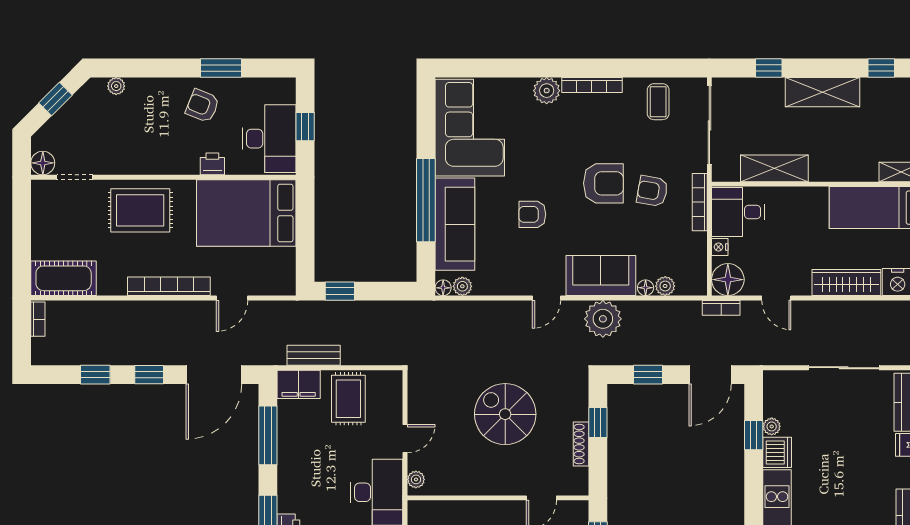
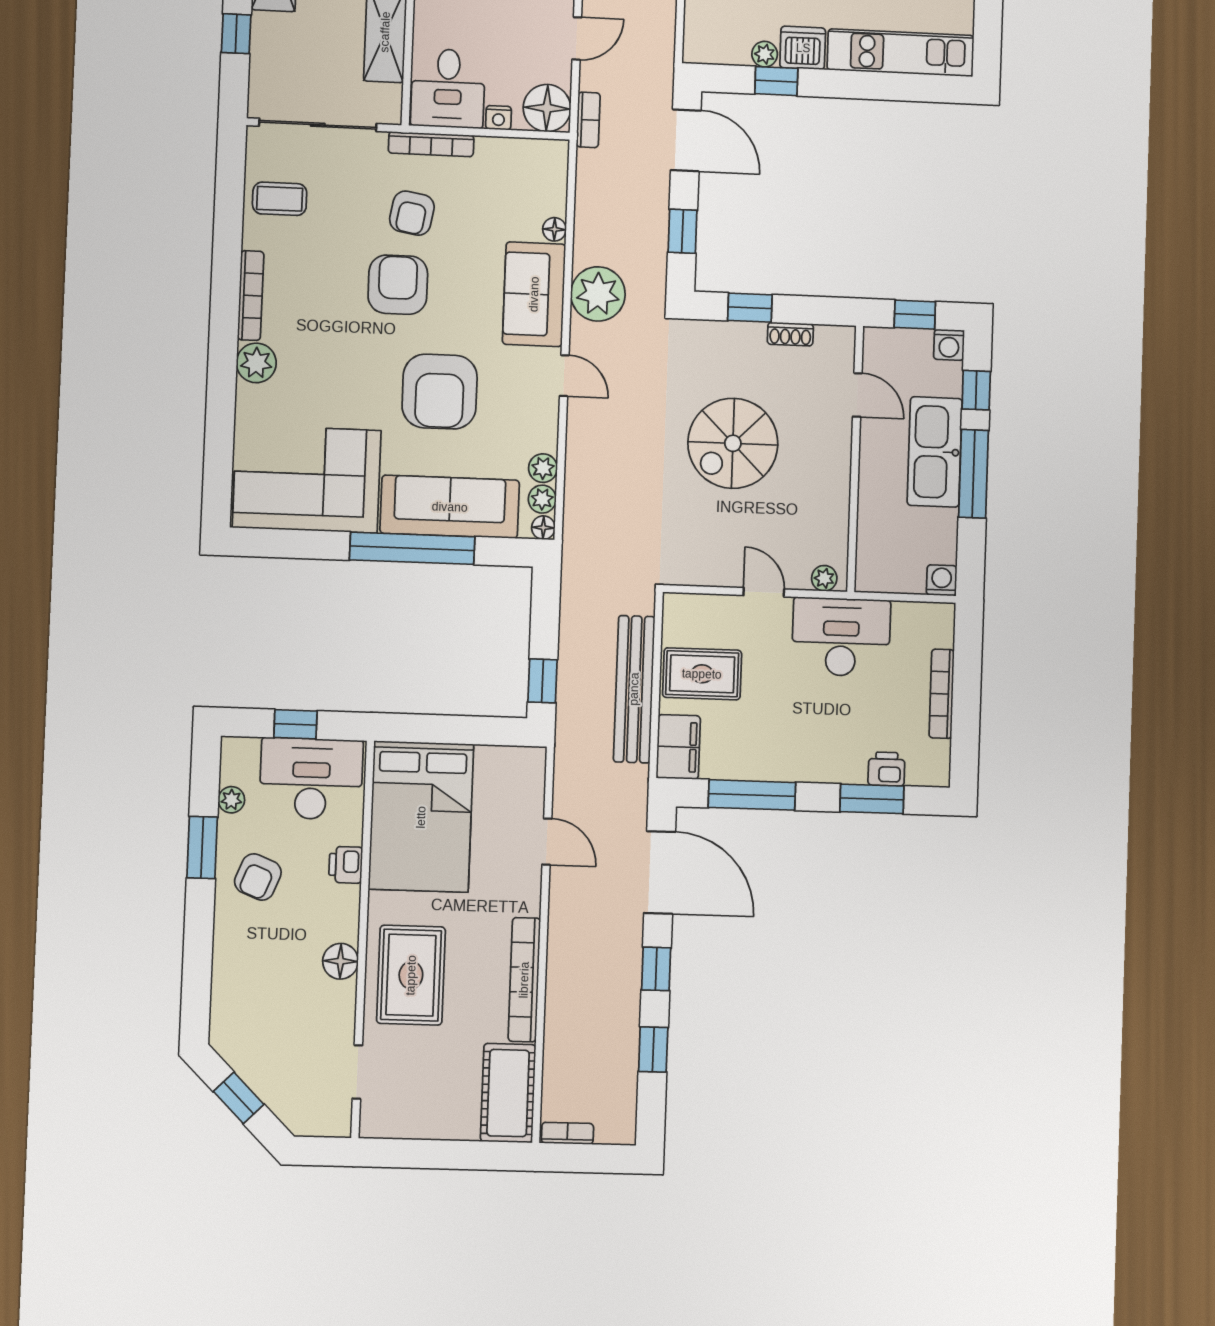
plant: (116, 86) -> (231, 800), moved
floor lamp: (43, 163) -> (340, 961), moved
armchair: (532, 214) -> (440, 392), width x1.88, depth x1.88
bookcase: (169, 286) -> (524, 980), moved
plant: (665, 286) -> (543, 468), moved
bench: (314, 355) -> (634, 689), width x1.86, depth x1.21
shoe rack: (581, 444) -> (790, 334), width x0.70

